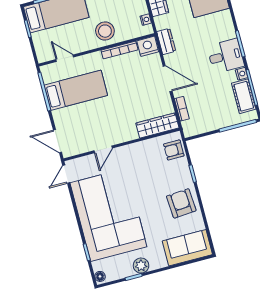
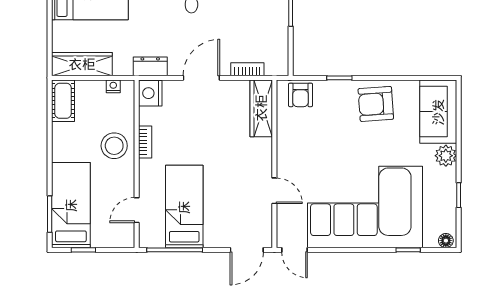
bookcase: (119, 50) -> (145, 142), width x0.64
plant: (141, 266) -> (446, 156), moved

